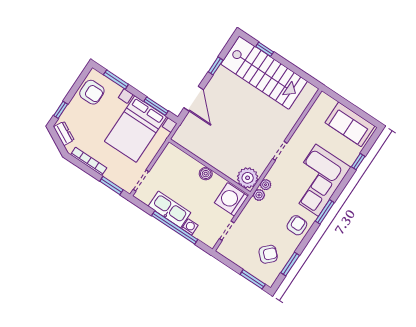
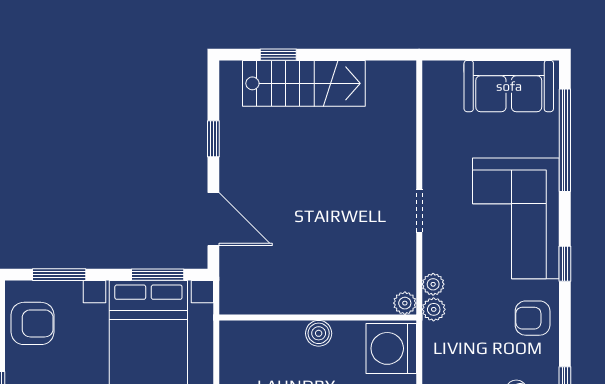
stairs: (264, 73) -> (304, 83), width x0.73, depth x0.66
window: (358, 162) -> (565, 140), width x3.17
plant: (248, 178) -> (405, 303), width x0.53, depth x0.53
window: (325, 212) -> (565, 264), width x0.67
armchair: (297, 225) -> (533, 318), turned -90

